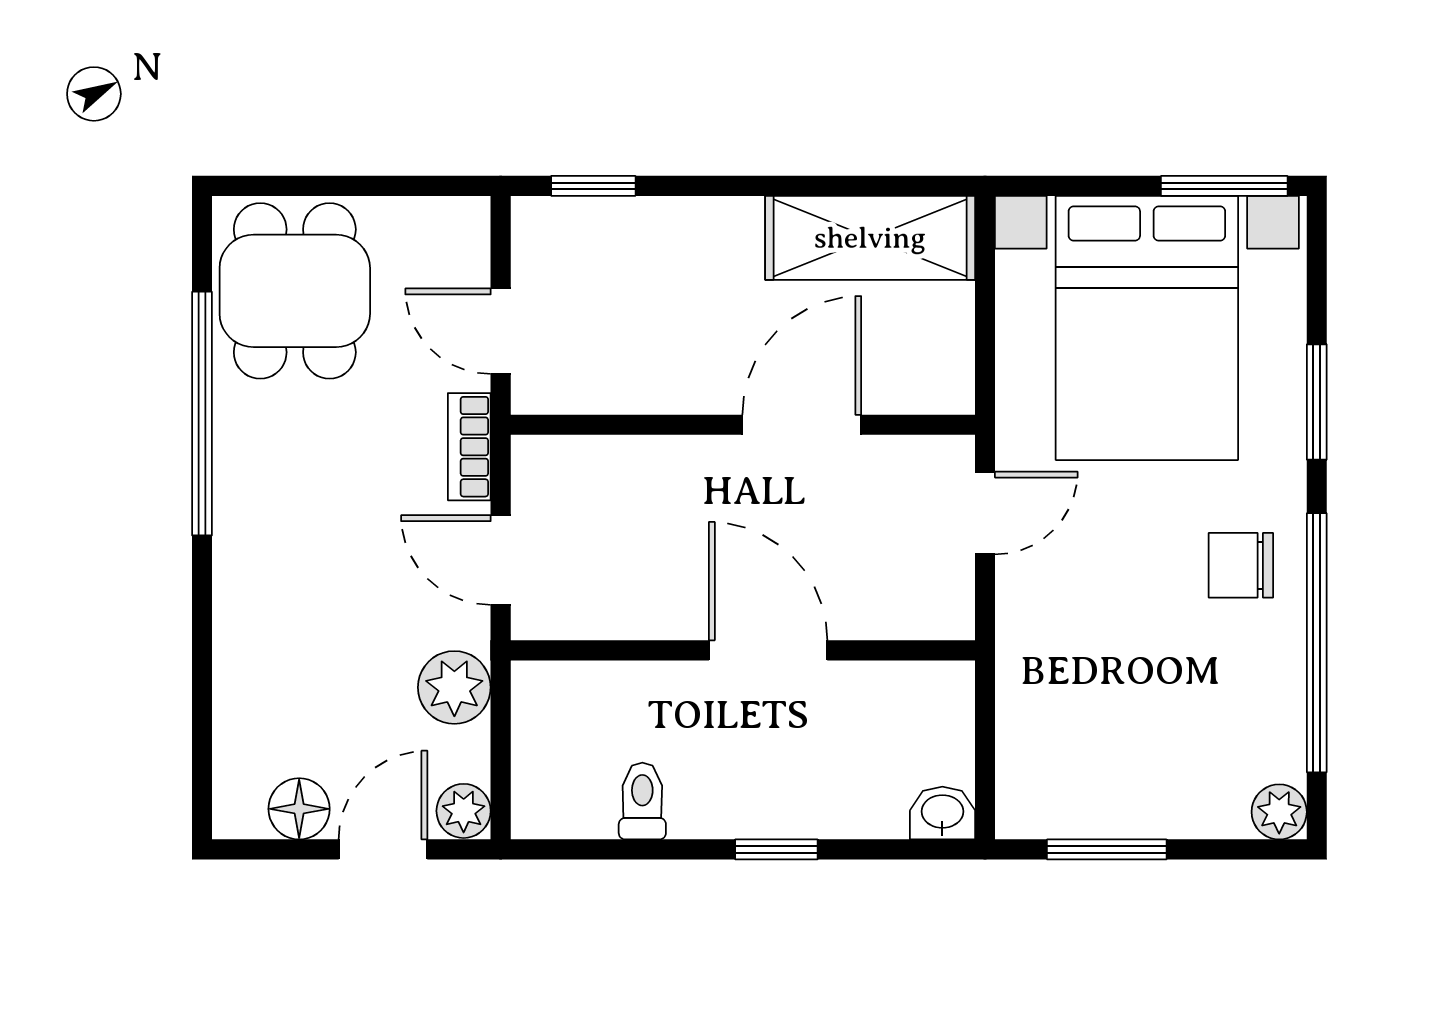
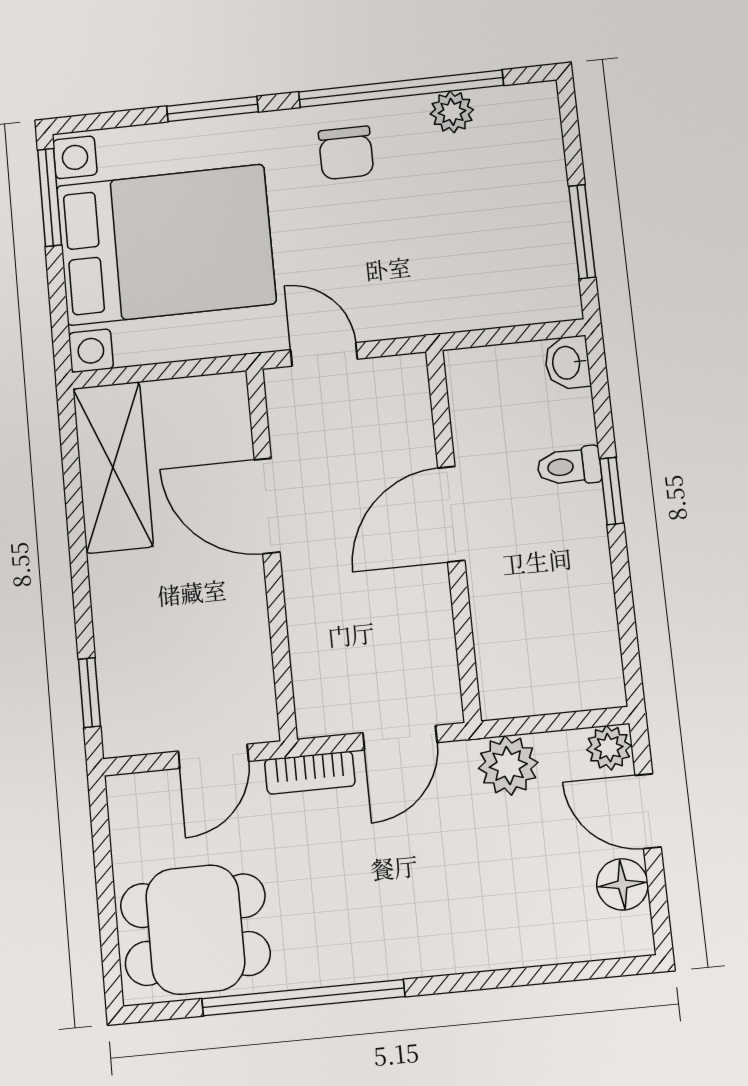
toilet: (642, 801) -> (569, 466), moved
plant: (1279, 812) -> (452, 112), moved

